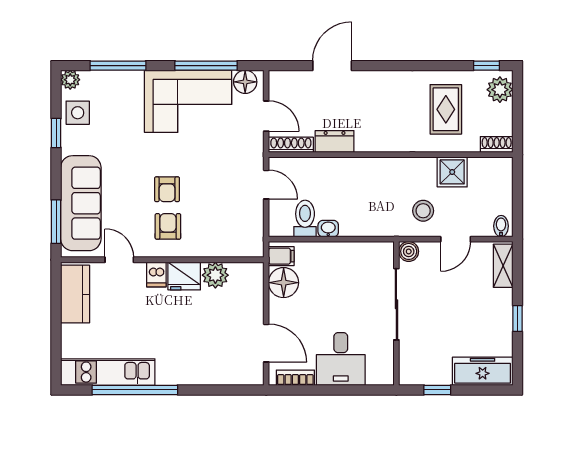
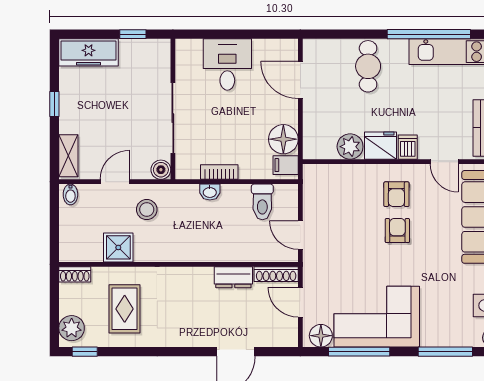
washbasin: (328, 229) -> (210, 192), moved
cafe table: (197, 357) -> (368, 66), added
bookcase: (295, 378) -> (219, 172), moved, turned 180

